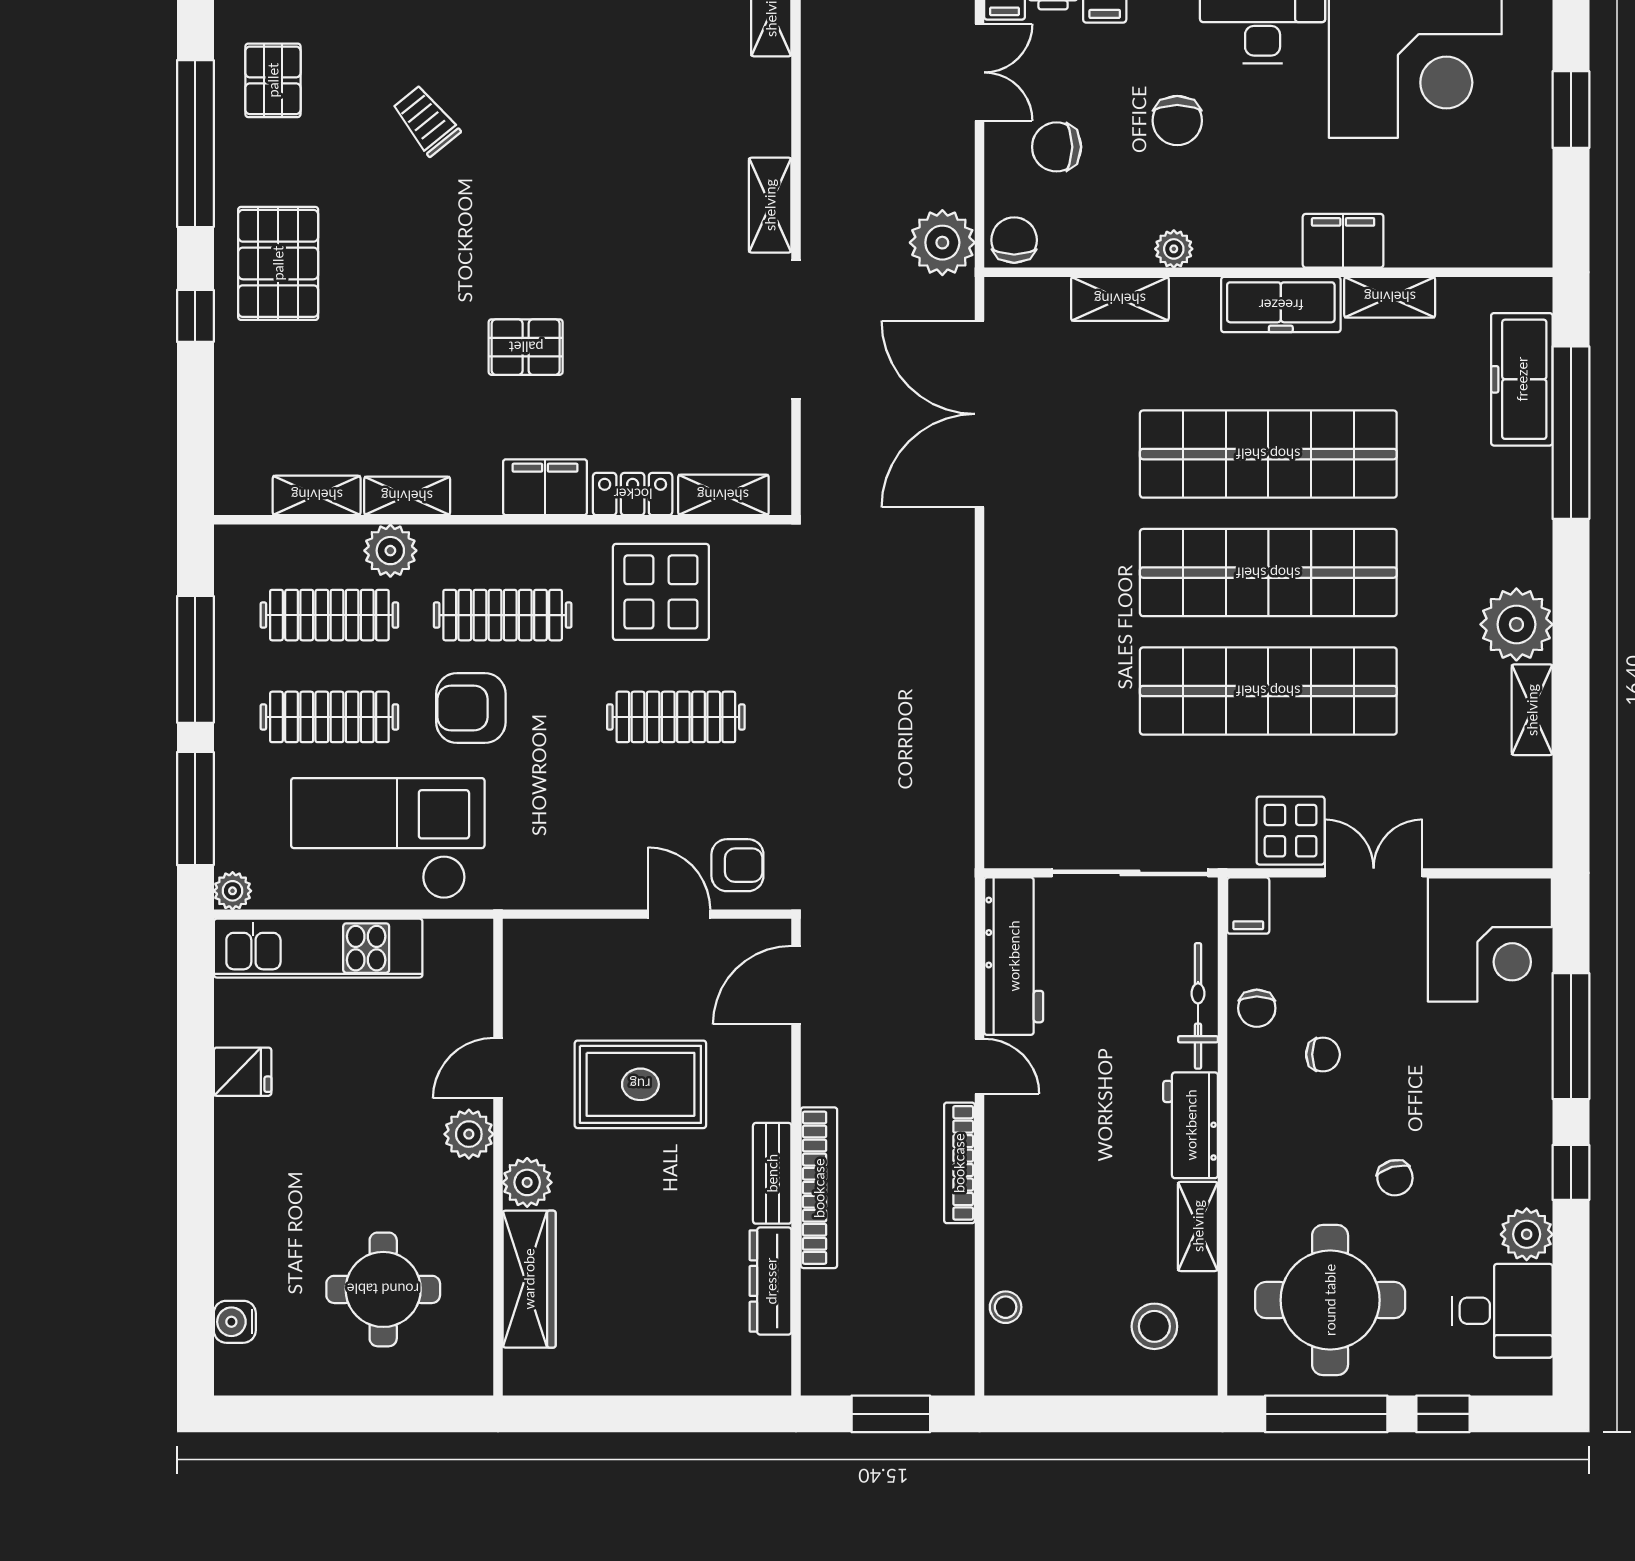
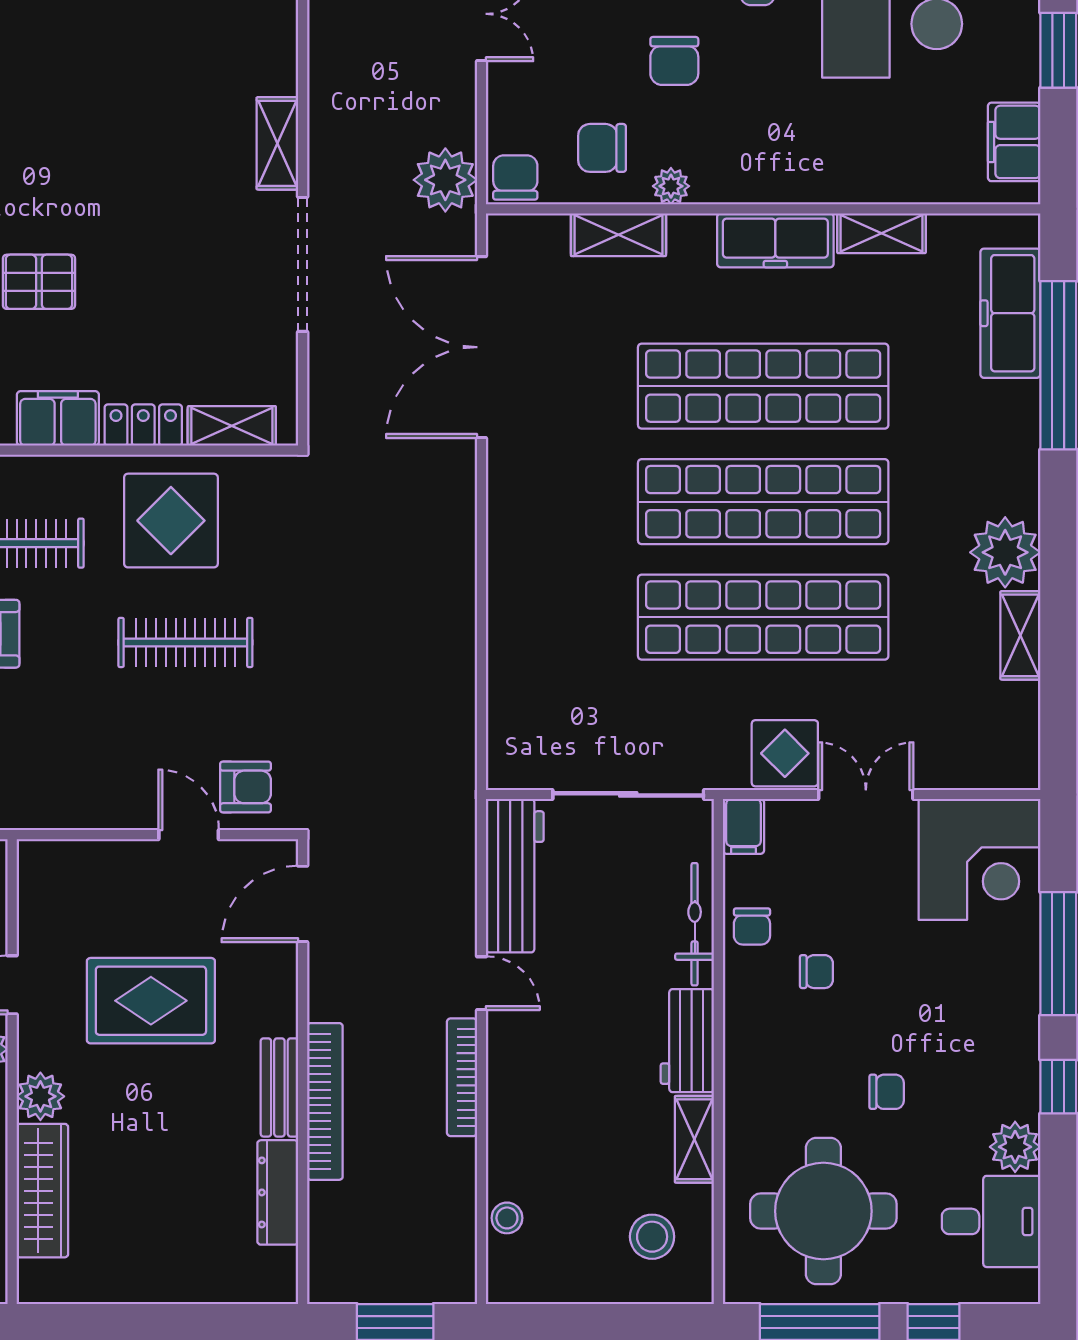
chair: (1057, 147) -> (602, 148), moved
filing cabinet: (1343, 241) -> (1014, 142), moved, turned -90
chair: (1395, 1178) -> (887, 1092), turned -74

